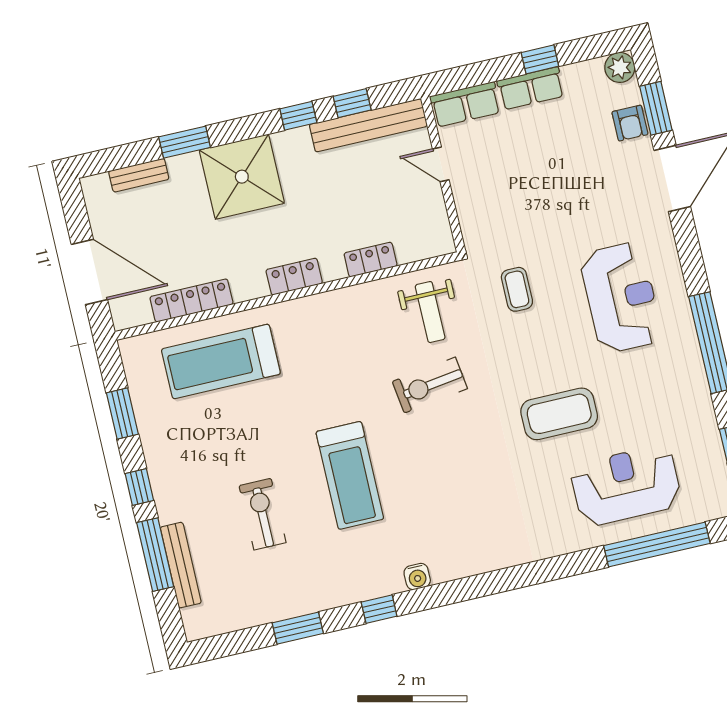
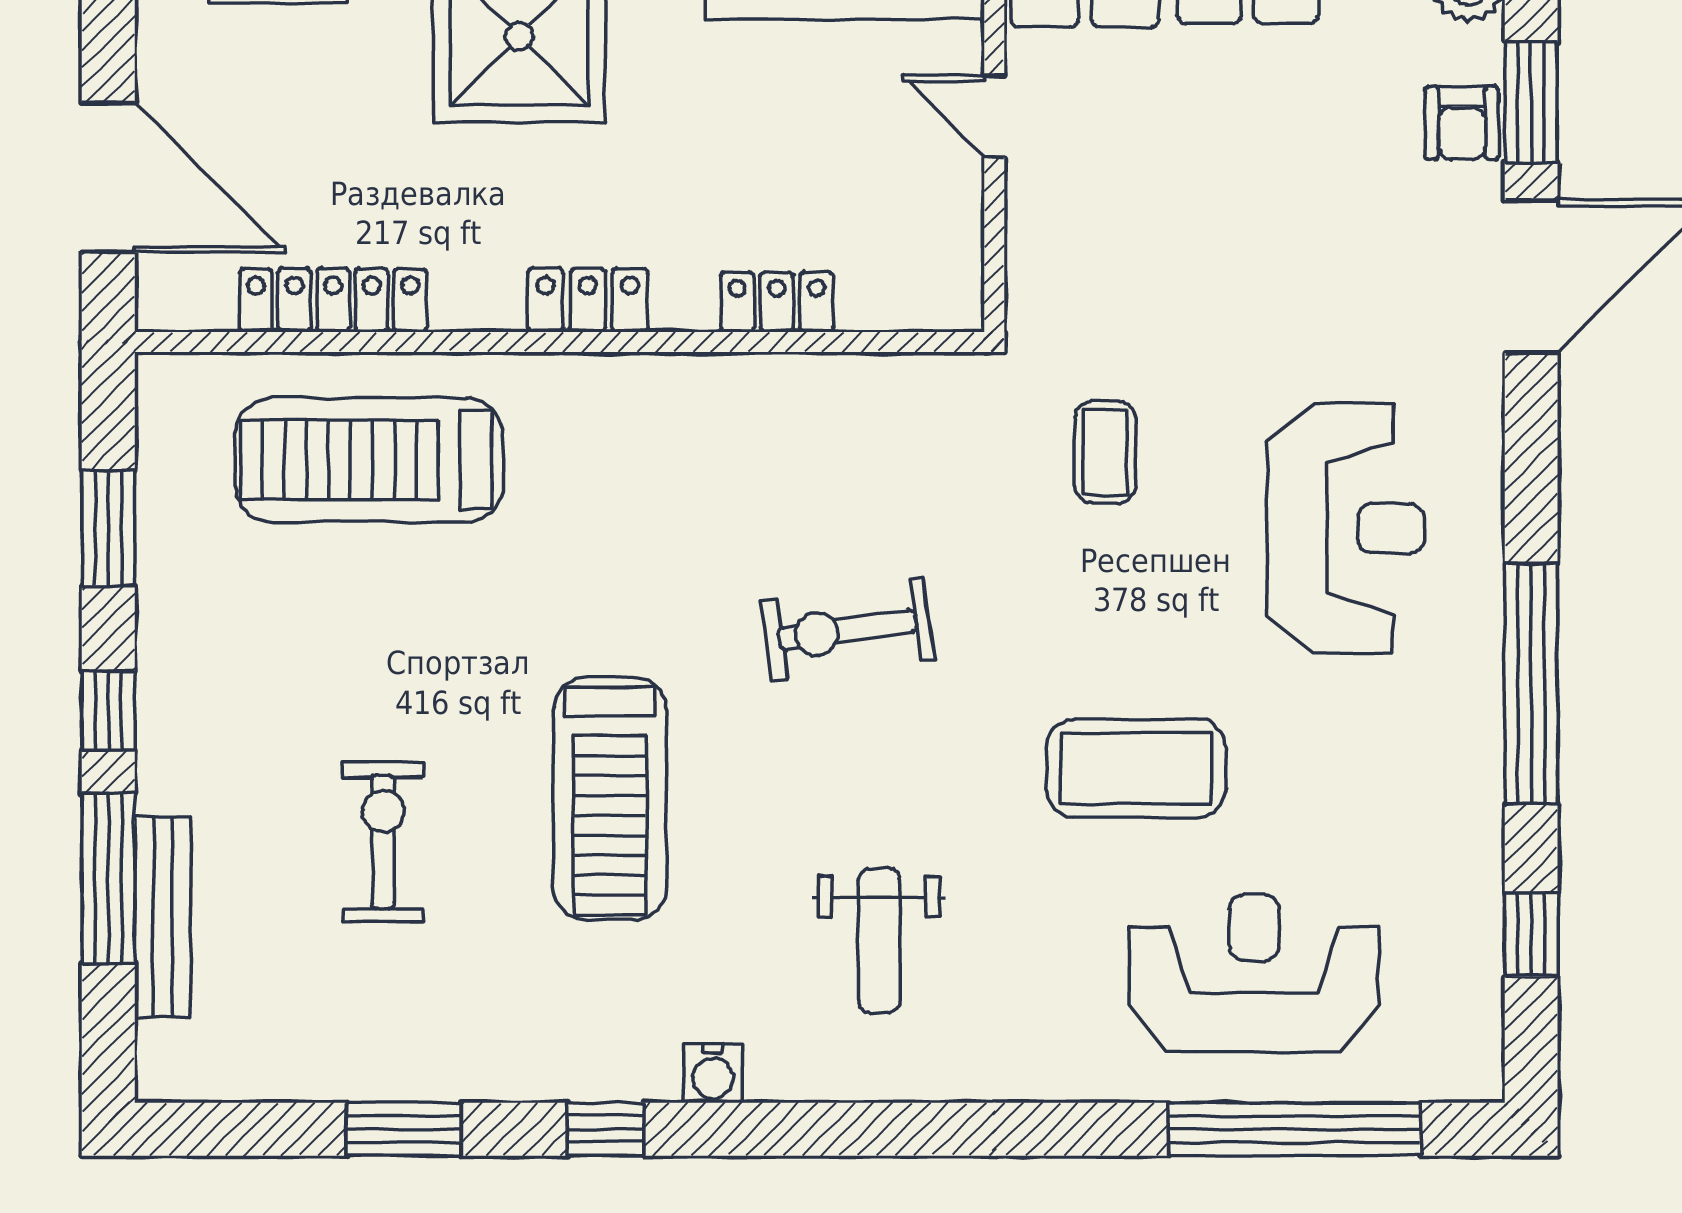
weight bench: (430, 312) -> (879, 940), moved

